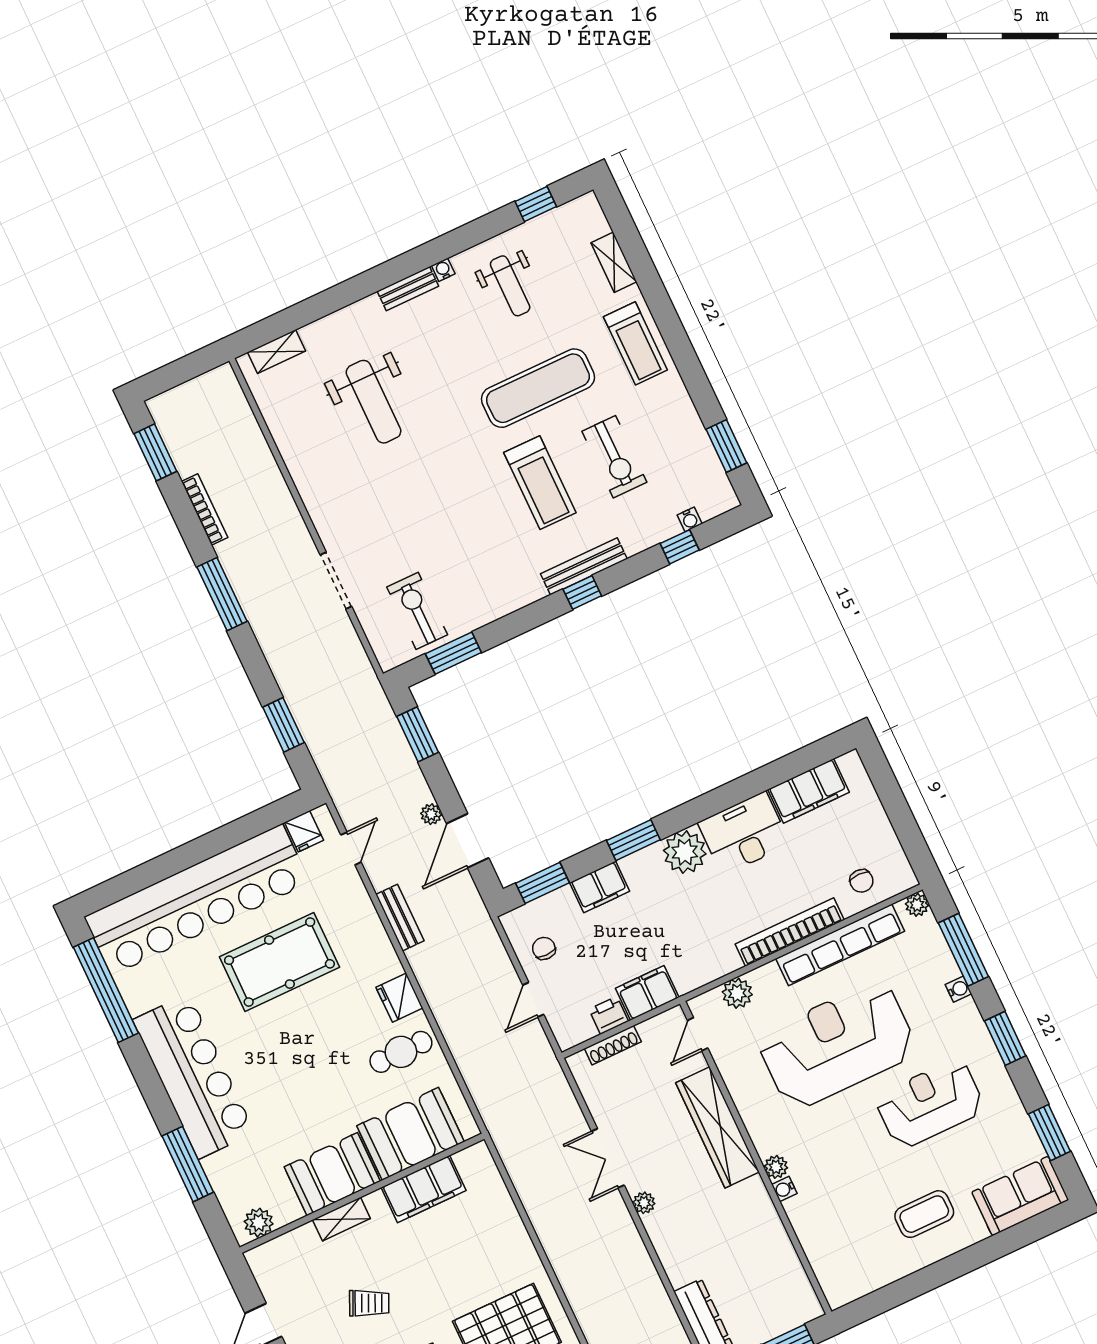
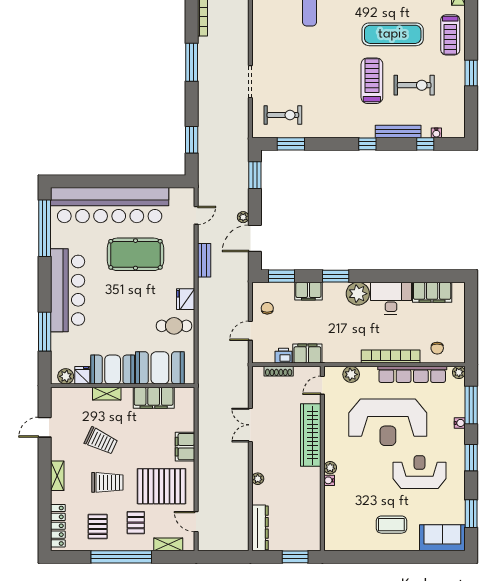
window: (726, 446) -> (471, 73), moved
exercise bike: (614, 457) -> (414, 85), turned -90
treadmill: (540, 483) -> (372, 81), turned 180
bench: (584, 566) -> (398, 132), moved
exercise bike: (417, 611) -> (283, 115), turned 90
fridge: (304, 831) -> (82, 375), moved, turned 180
reception desk: (837, 1045) -> (388, 422), turned 180
plant: (644, 1203) -> (258, 479), moved
filing cabinet: (515, 1246) -> (185, 447), added
trolley: (369, 1303) -> (101, 441), width x1.36, depth x1.39

